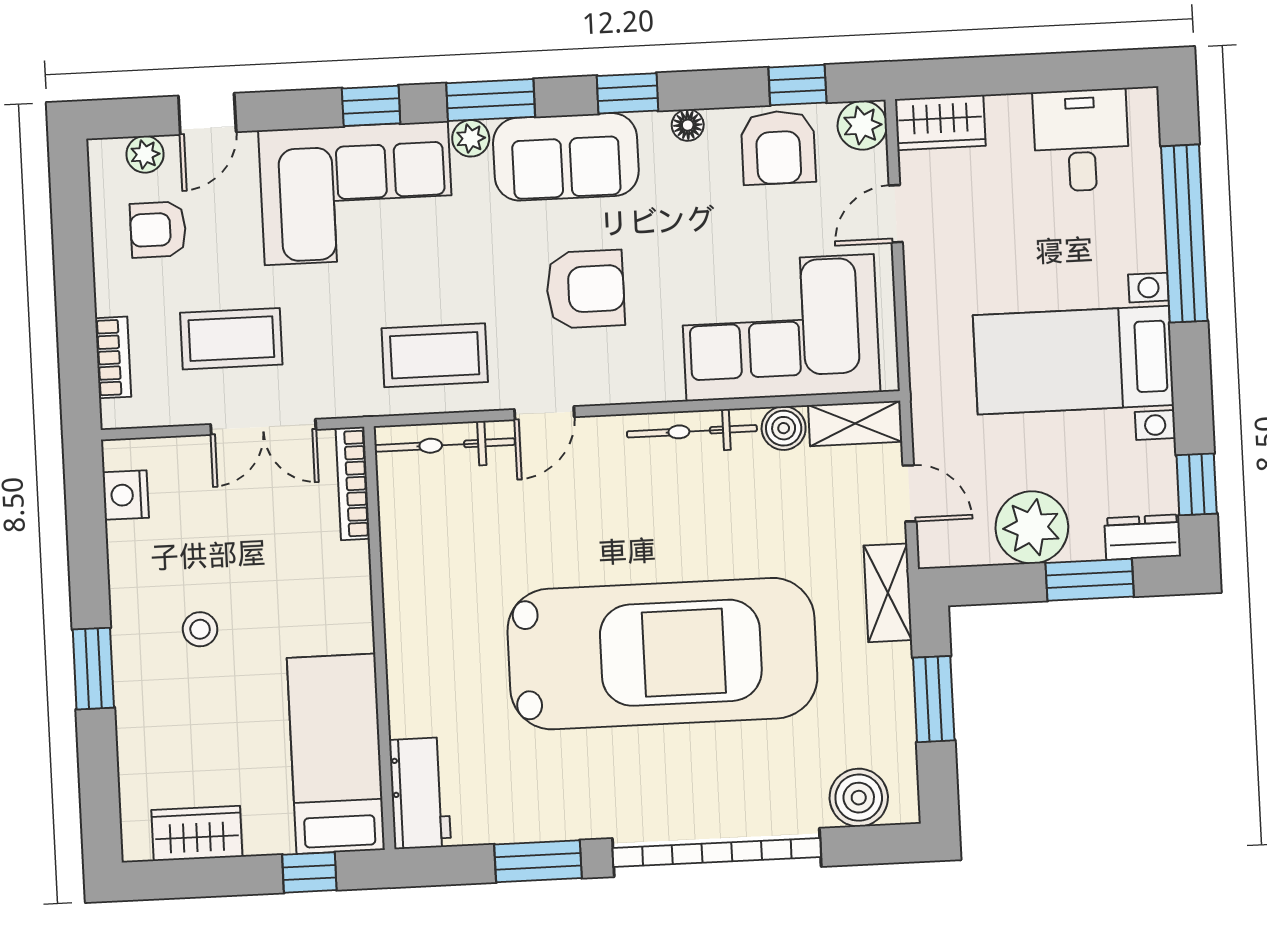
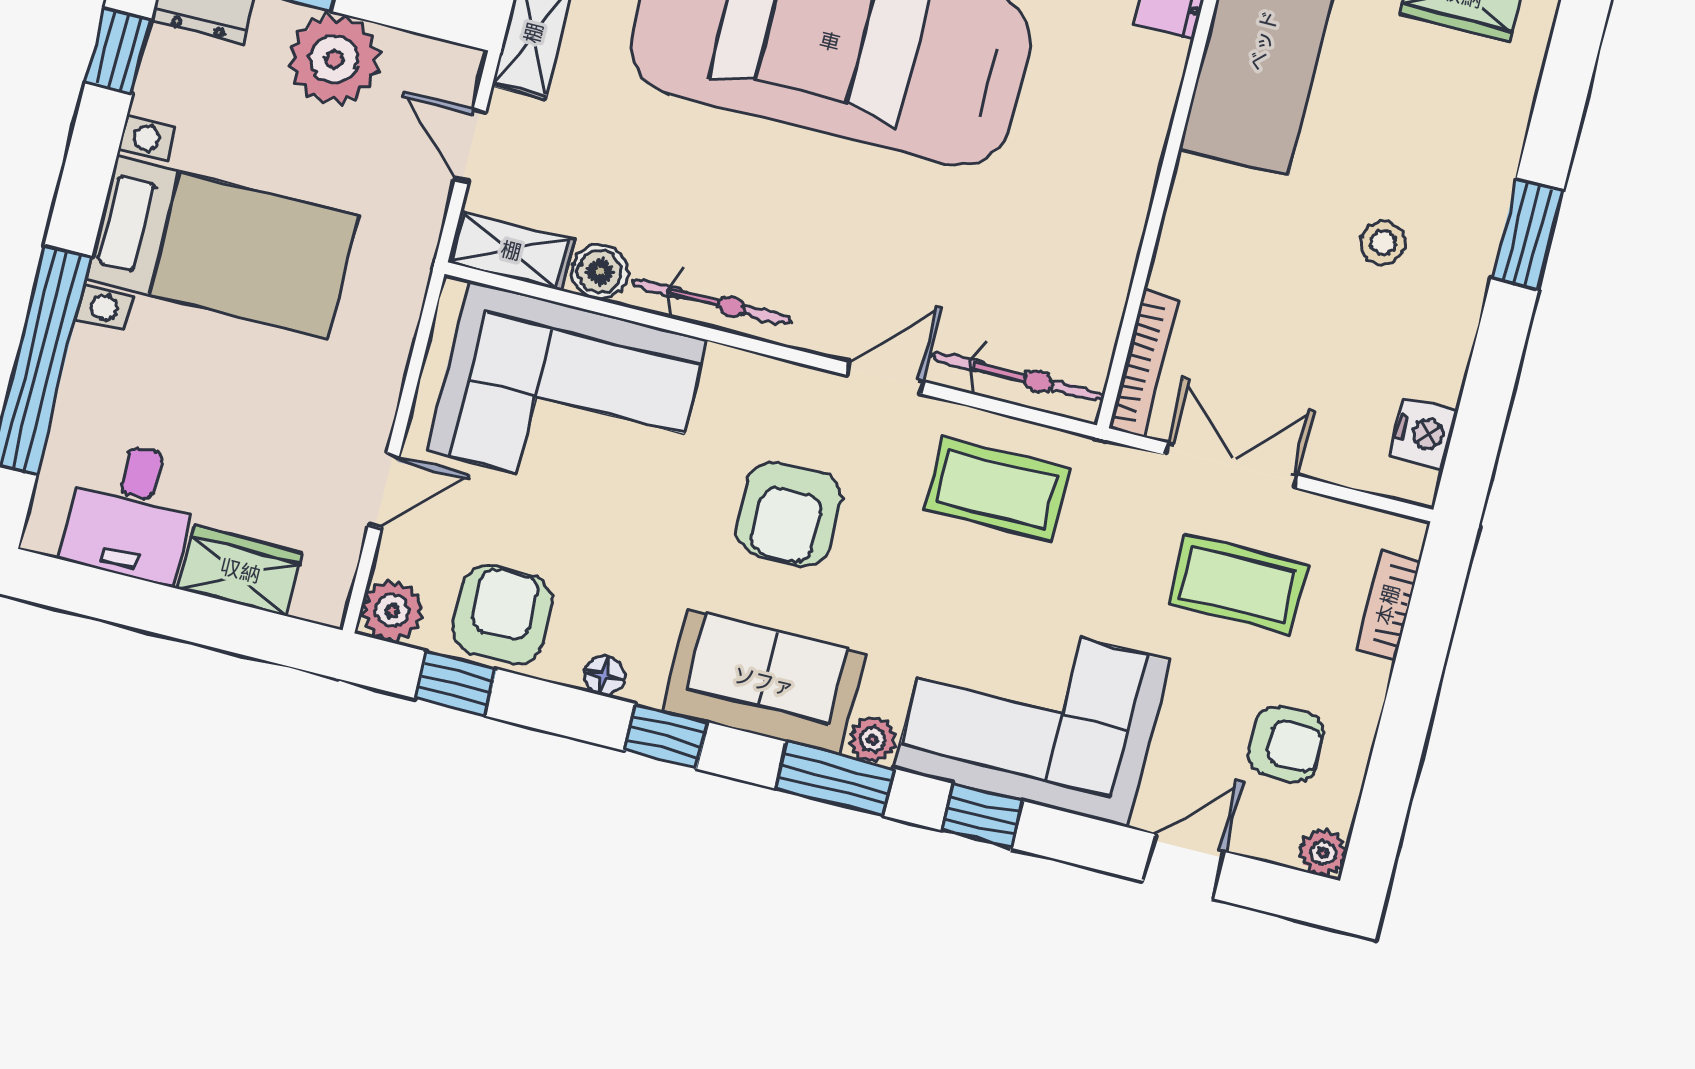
wardrobe: (940, 123) -> (240, 571), moved
plant: (145, 154) -> (1323, 853), moved
armchair: (585, 289) -> (789, 514), turned -90

